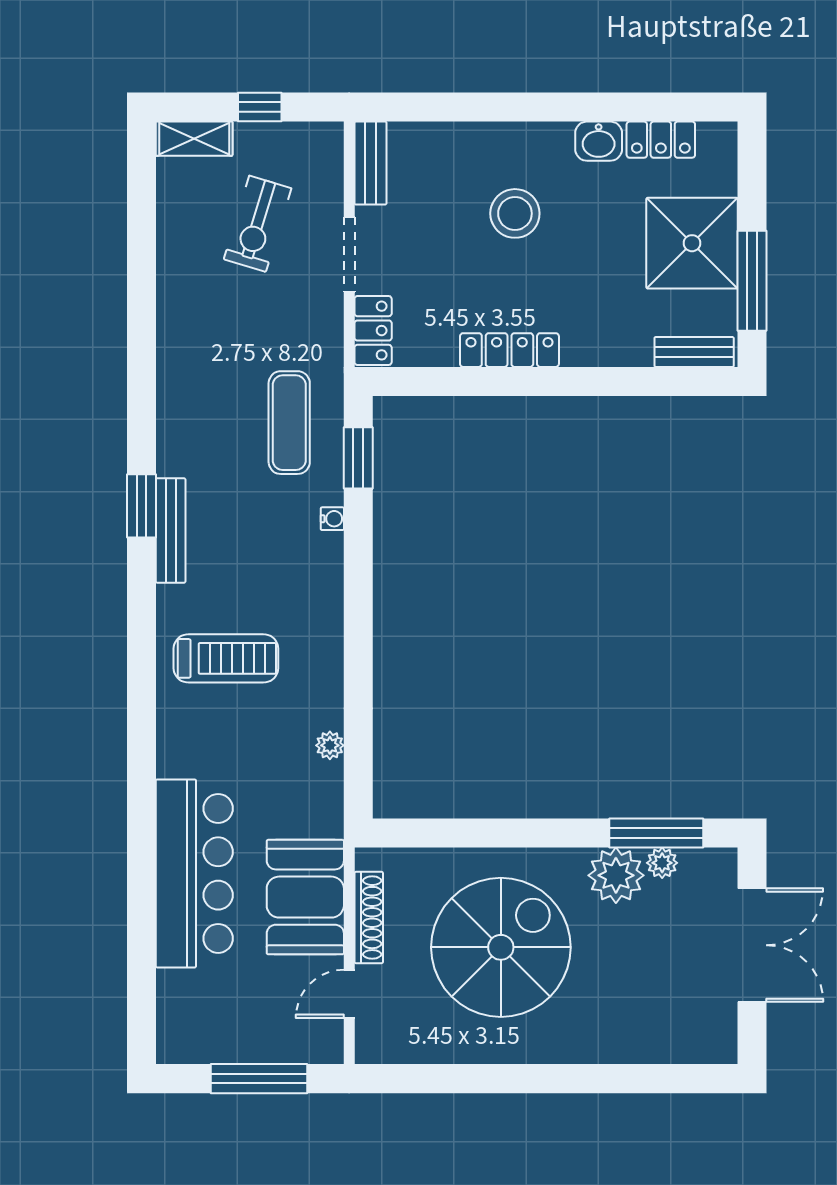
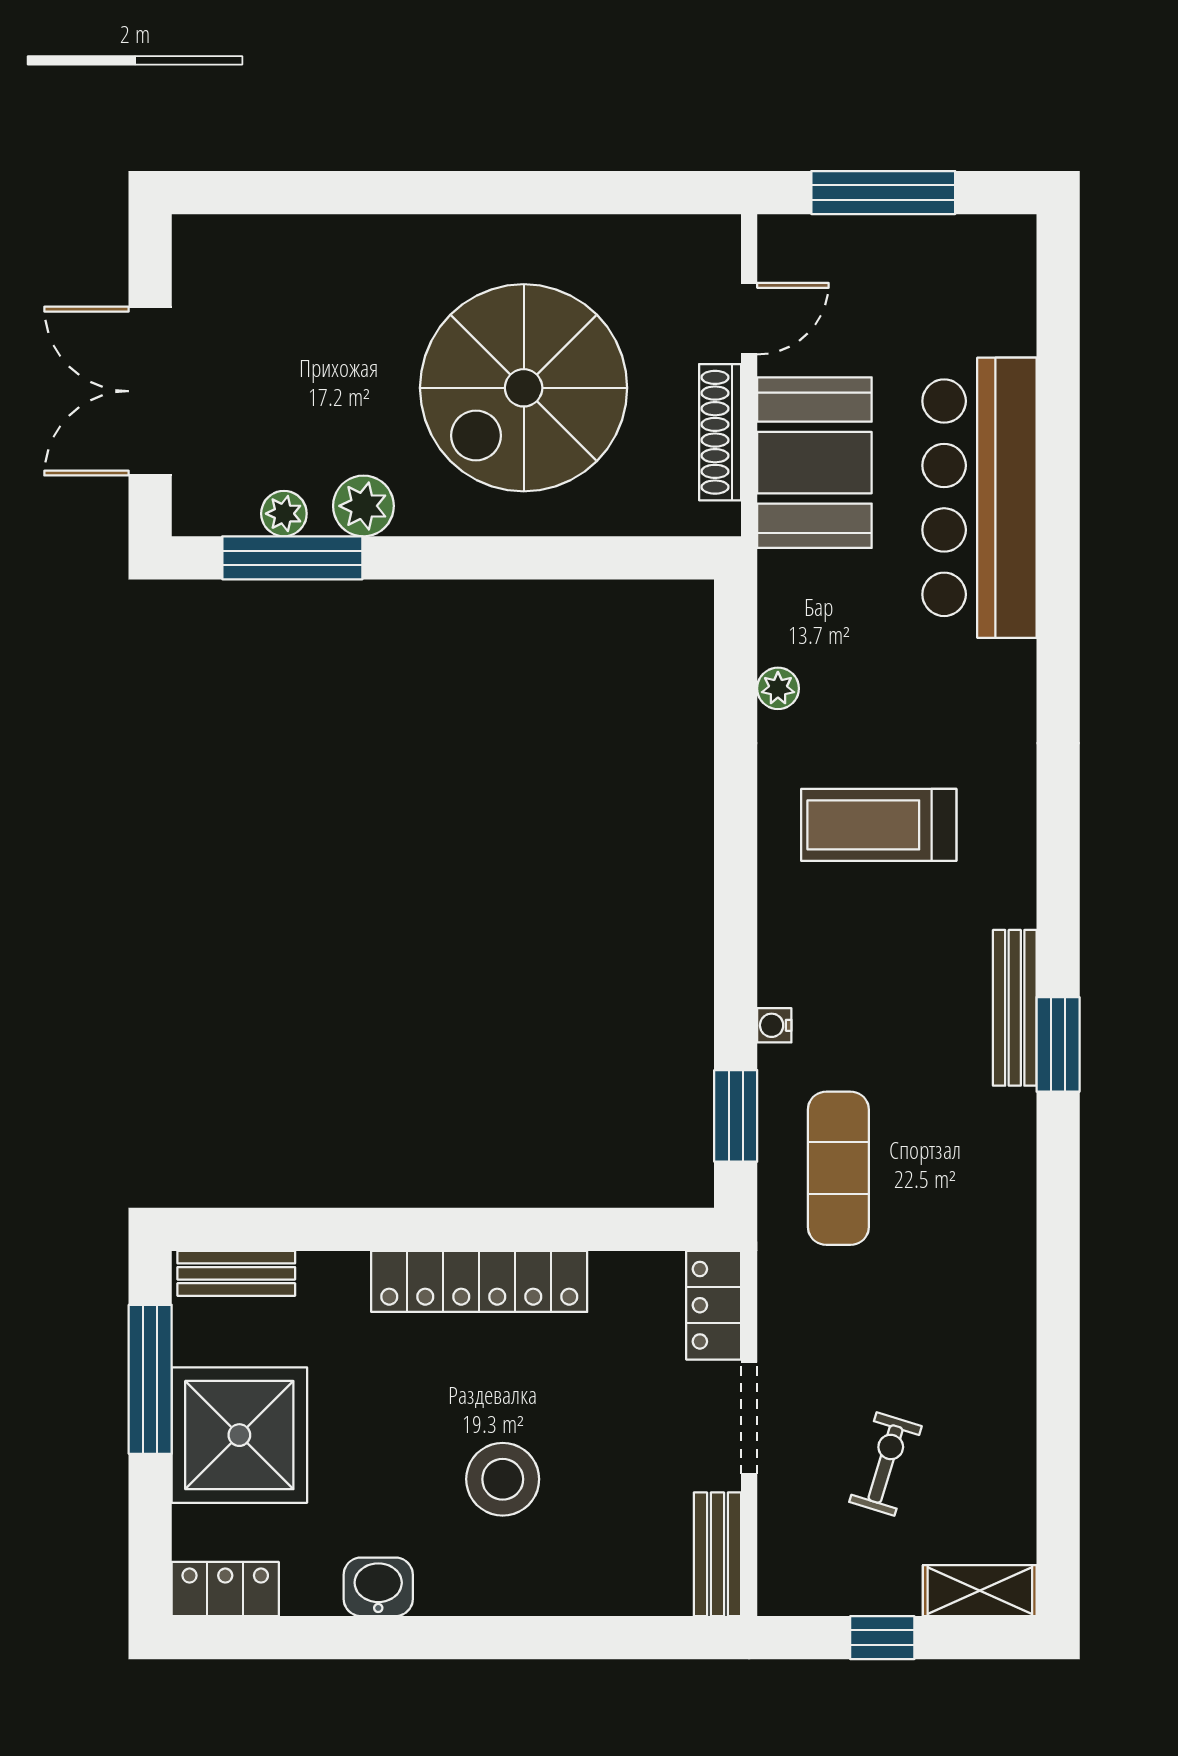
locker: (661, 140) -> (225, 1589), moved
exercise bike: (258, 224) -> (885, 1464), width x0.73, depth x0.72
locker: (509, 350) -> (479, 1281), width x1.41, depth x1.21
treadmill: (226, 658) -> (879, 825), moved
plant: (616, 875) -> (363, 506), width x0.73, depth x0.73

